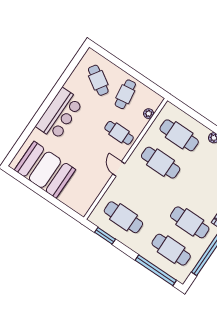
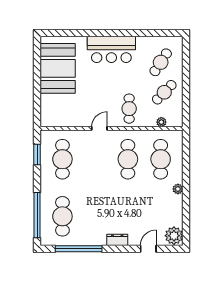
cafe table: (125, 94) -> (164, 92), turned -38
cafe table: (190, 222) -> (95, 216), removed

